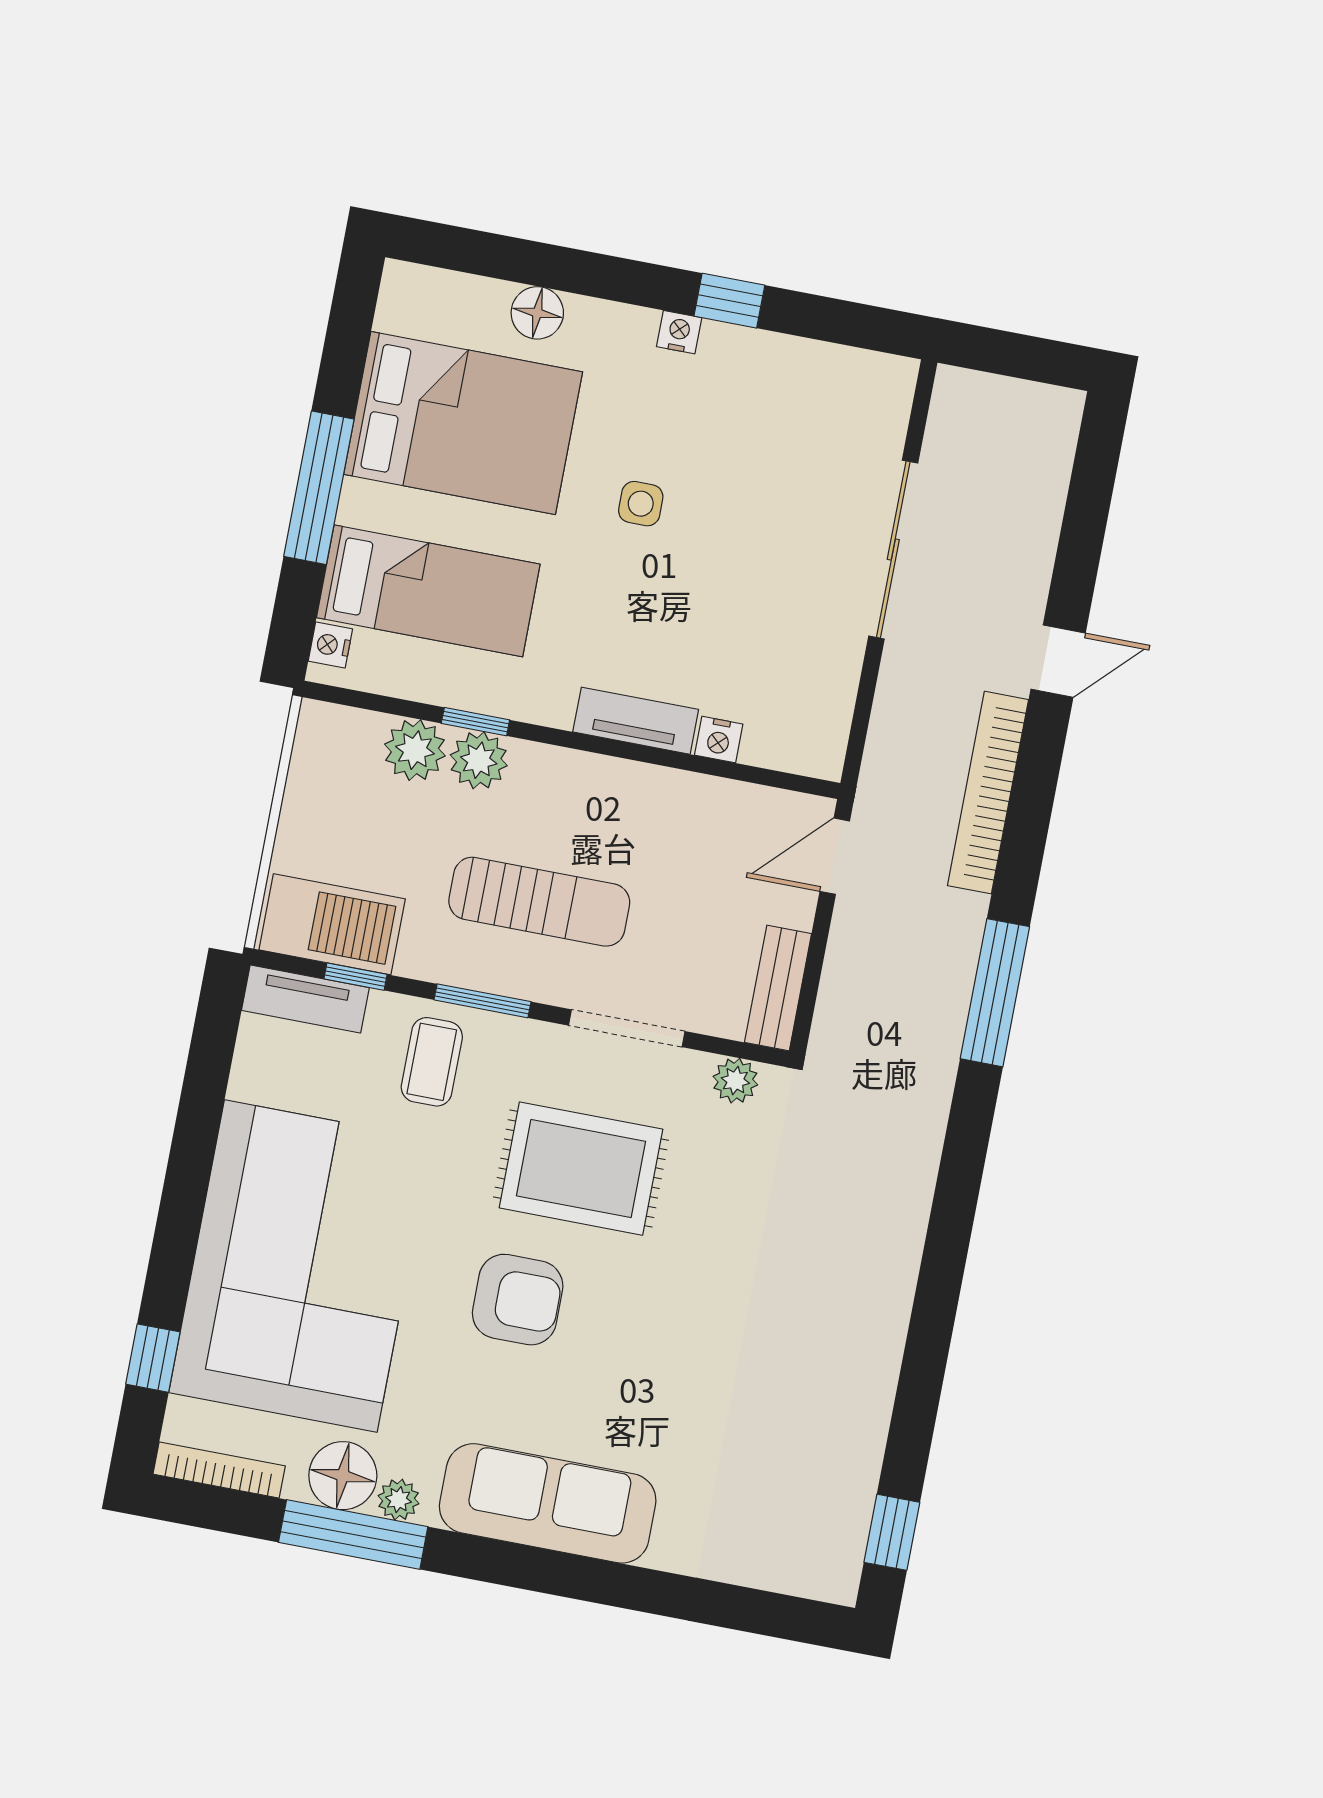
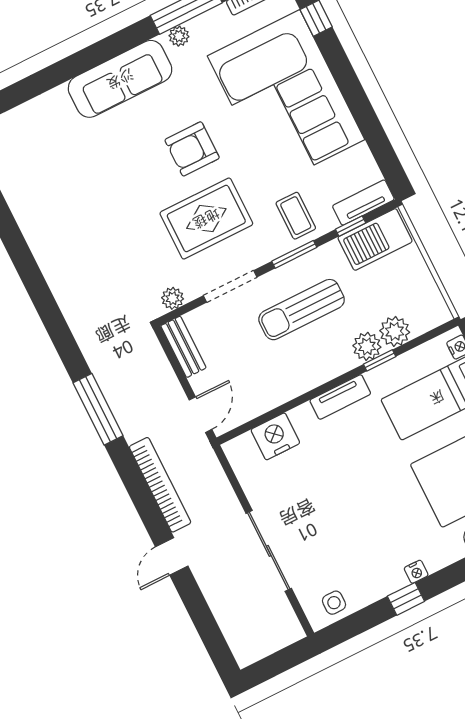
side table: (641, 504) -> (334, 603), moved
tv unit: (636, 721) -> (340, 397), moved
nightstand: (719, 740) -> (275, 436), width x1.89, depth x1.79
floor lamp: (343, 1476) -> (208, 29), removed

